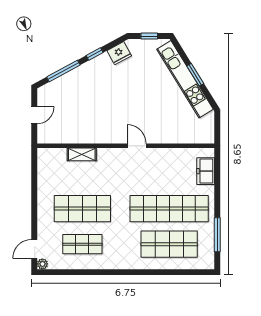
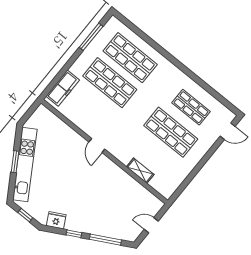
freezer: (206, 171) -> (63, 88), width x1.40
shop shelf: (169, 209) -> (110, 83), width x0.71
plant: (42, 264) -> (230, 116), removed

